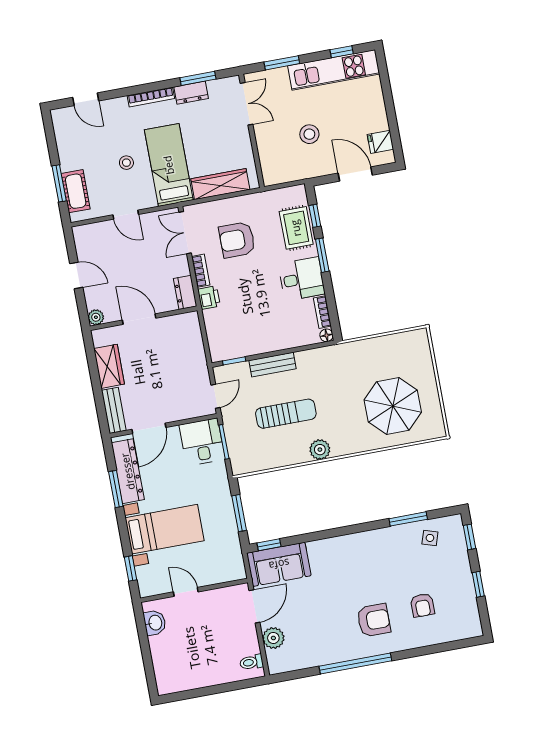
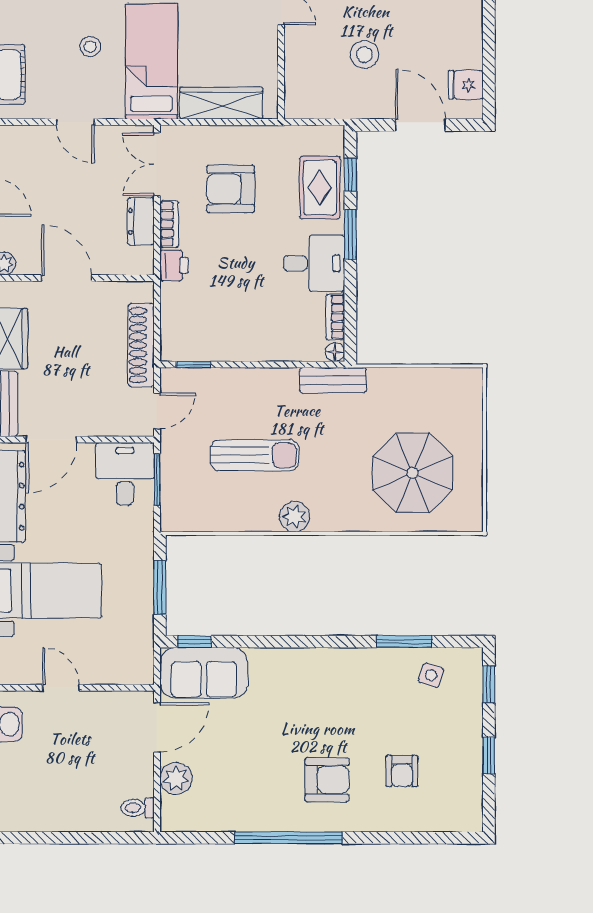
dresser: (185, 292) -> (141, 221), moved
shoe rack: (197, 355) -> (141, 345), added
bench: (273, 365) -> (333, 380), moved

